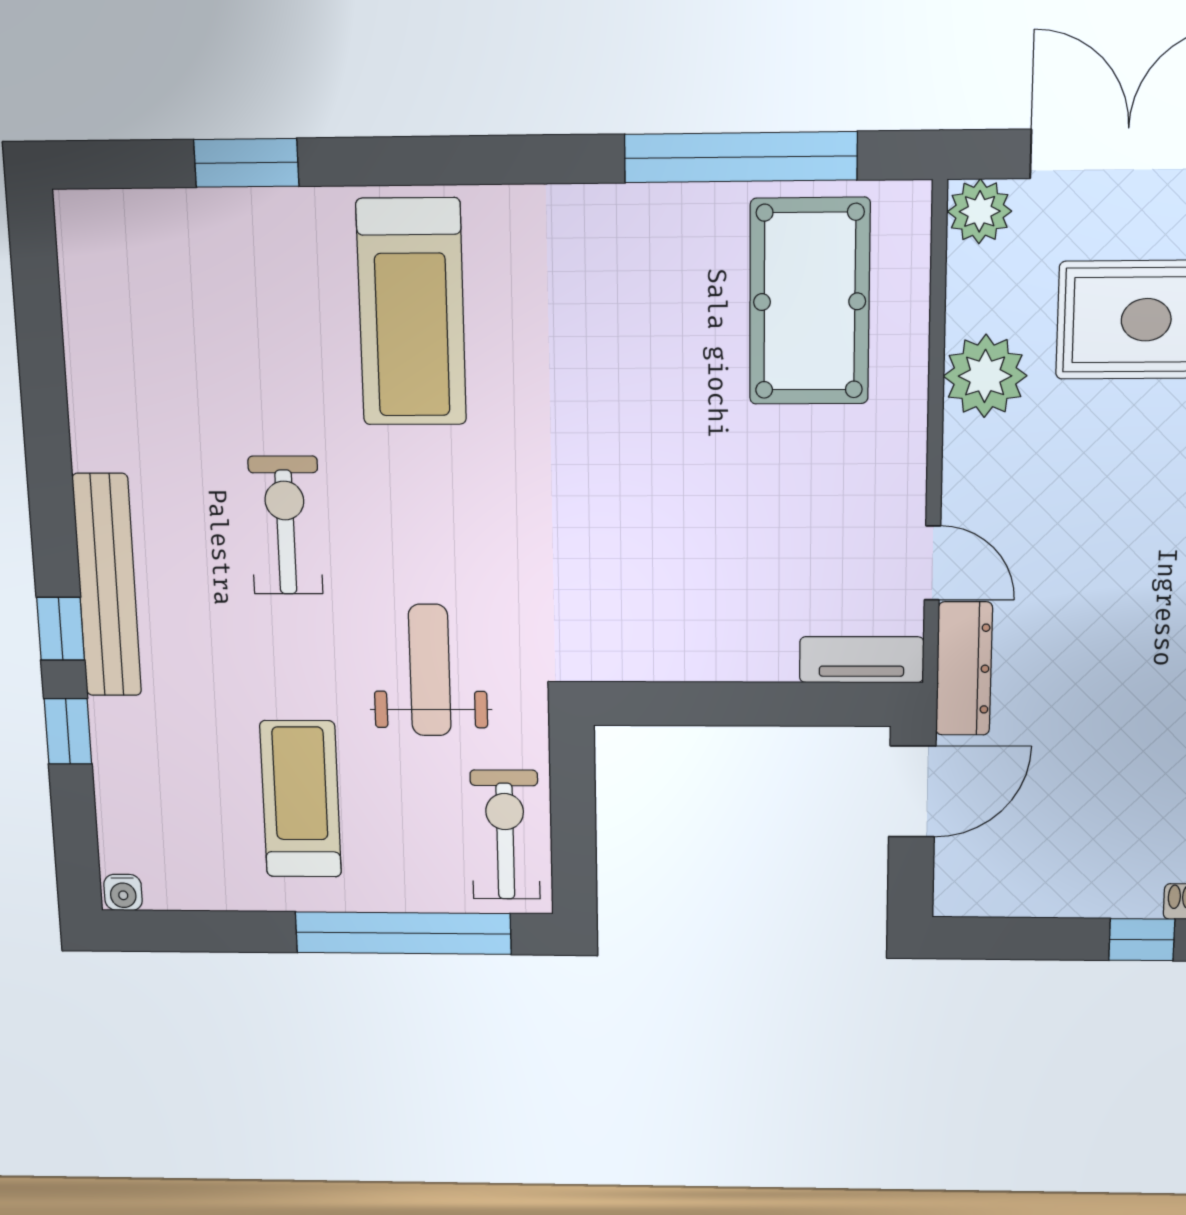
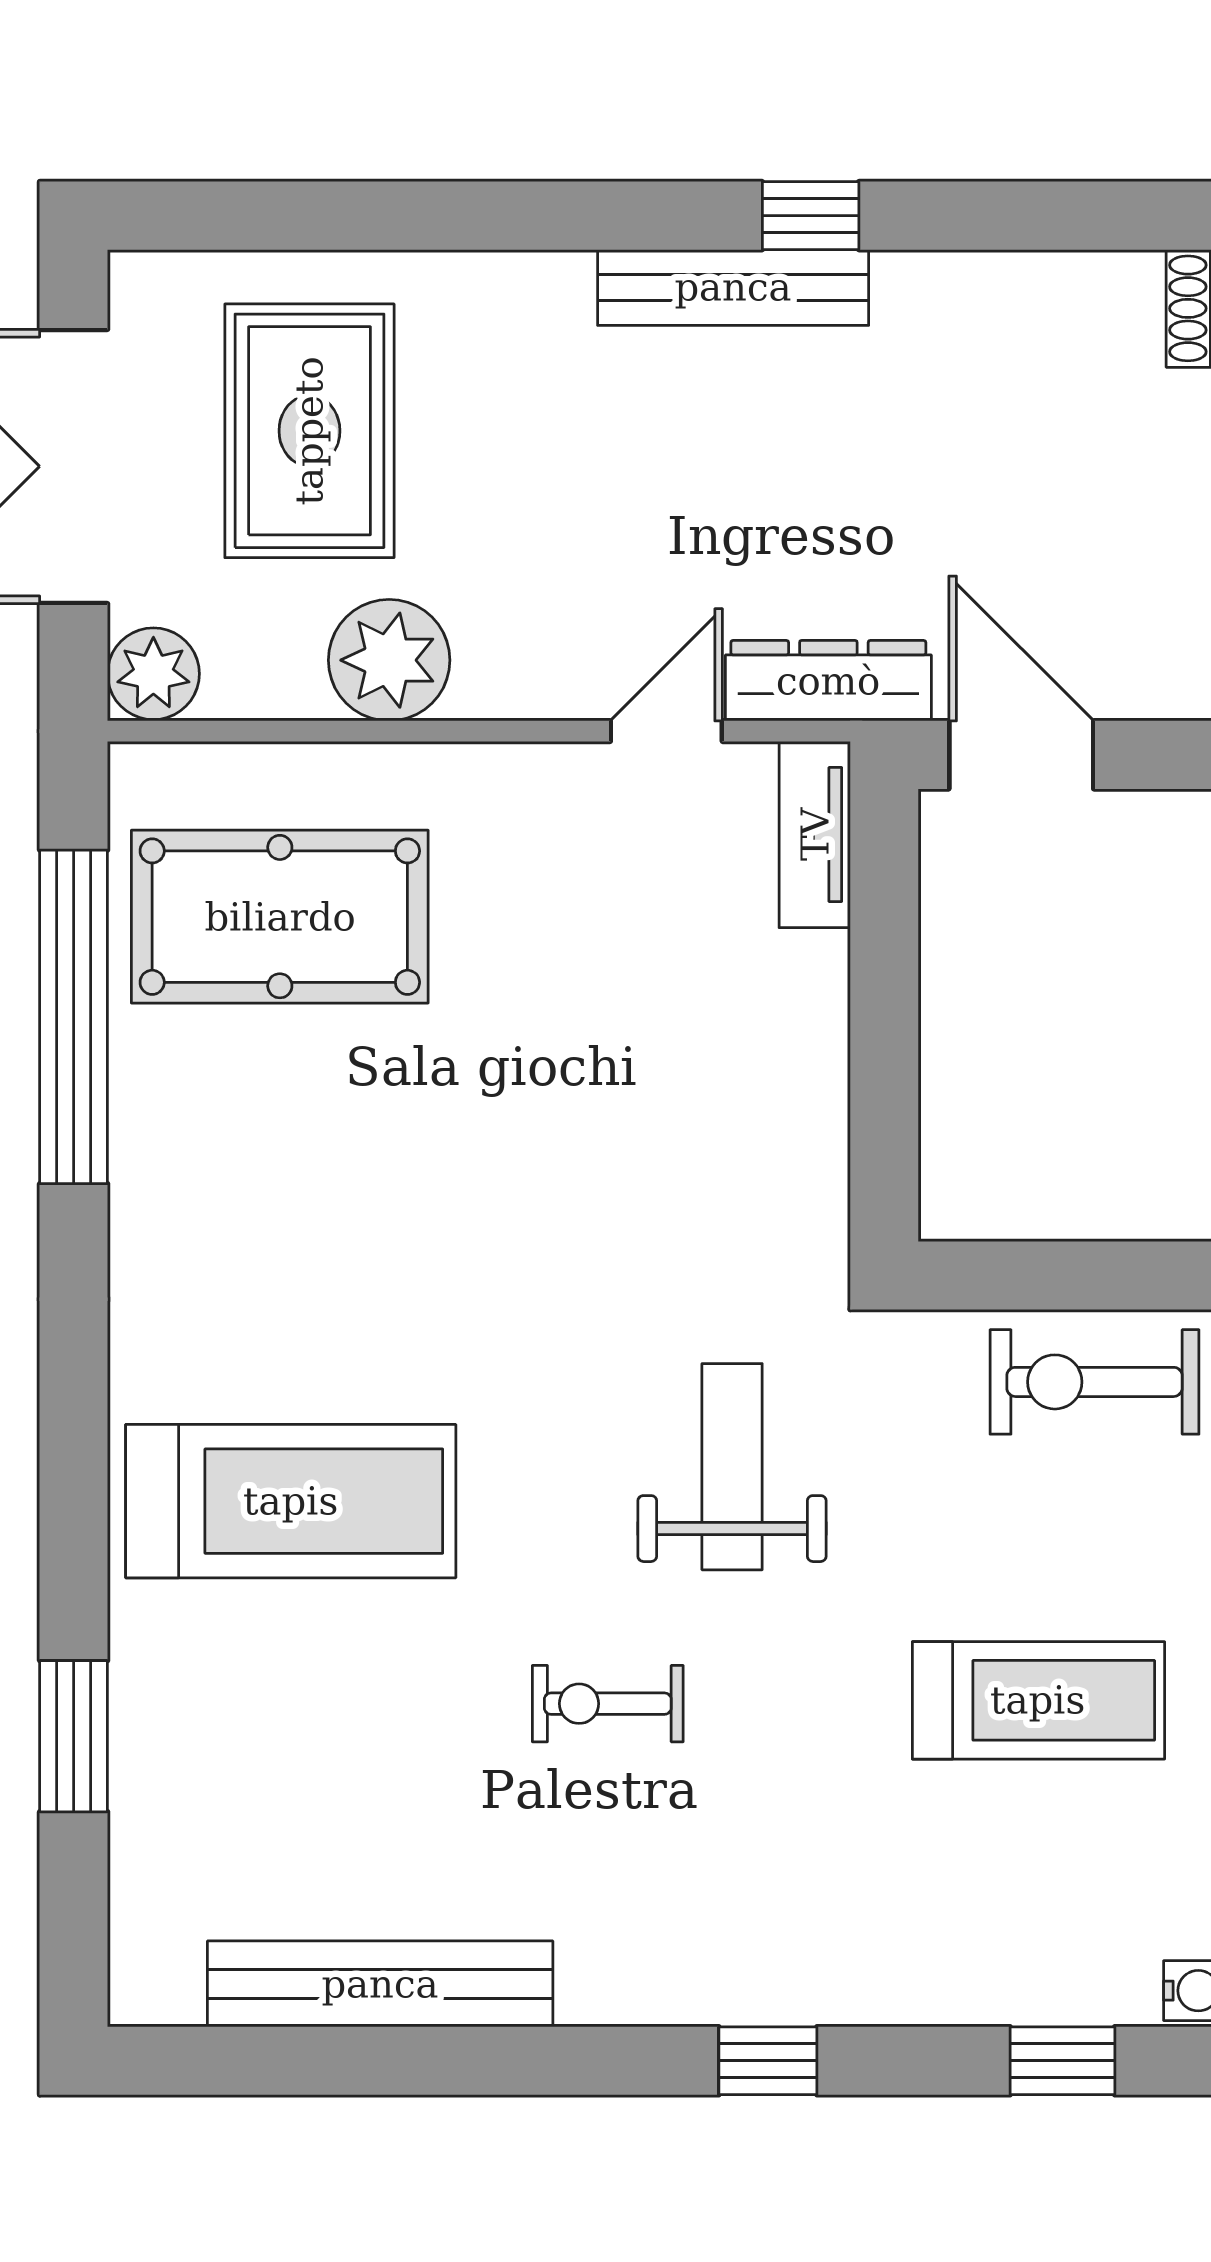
exercise bike: (286, 525) -> (608, 1704), width x0.73, depth x0.72
bench: (107, 585) -> (380, 1984), moved
weight bench: (430, 670) -> (732, 1467), moved, turned 90
window: (68, 731) -> (1062, 2061), moved
treadmill: (301, 799) -> (1038, 1700), turned 180

